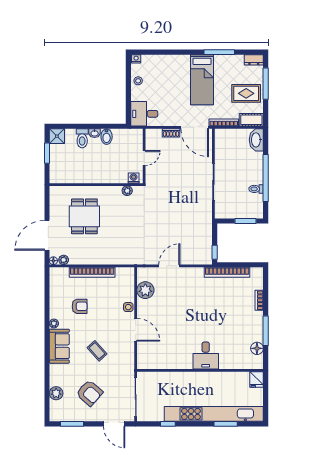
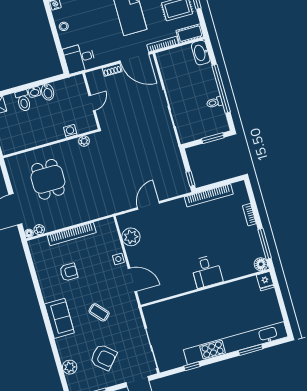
washing machine: (134, 178) -> (70, 131), moved
plant: (54, 324) -> (48, 297), removed
desk: (206, 356) -> (207, 271), moved
wall: (200, 370) -> (205, 288), moved
fridge: (257, 379) -> (265, 281), moved

